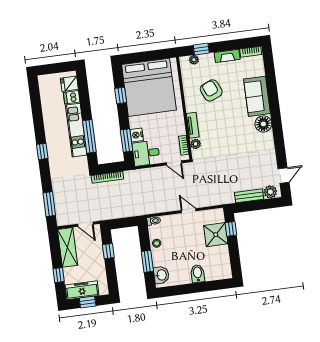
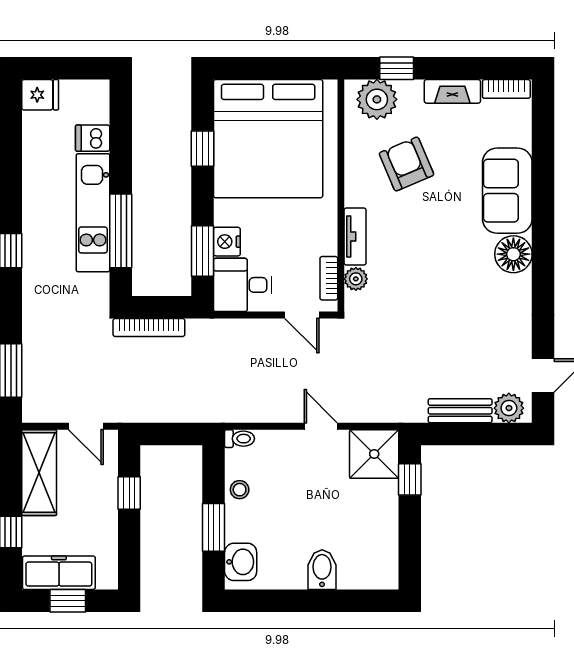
plant: (194, 60) -> (377, 99), width x1.87, depth x1.87
fridge: (69, 84) -> (40, 95), moved, turned 180
shower: (216, 235) -> (374, 454), moved

